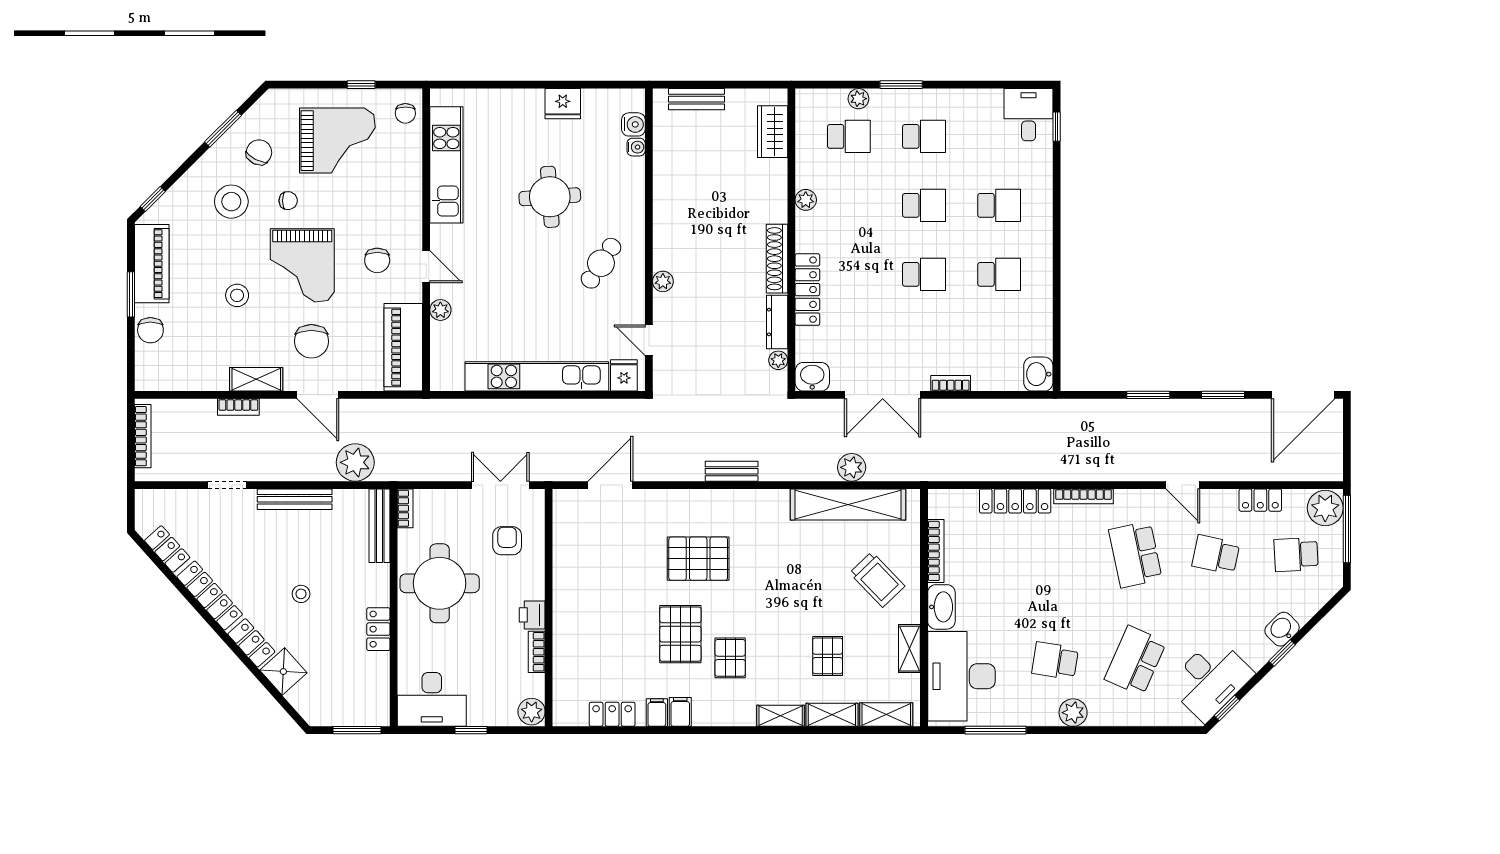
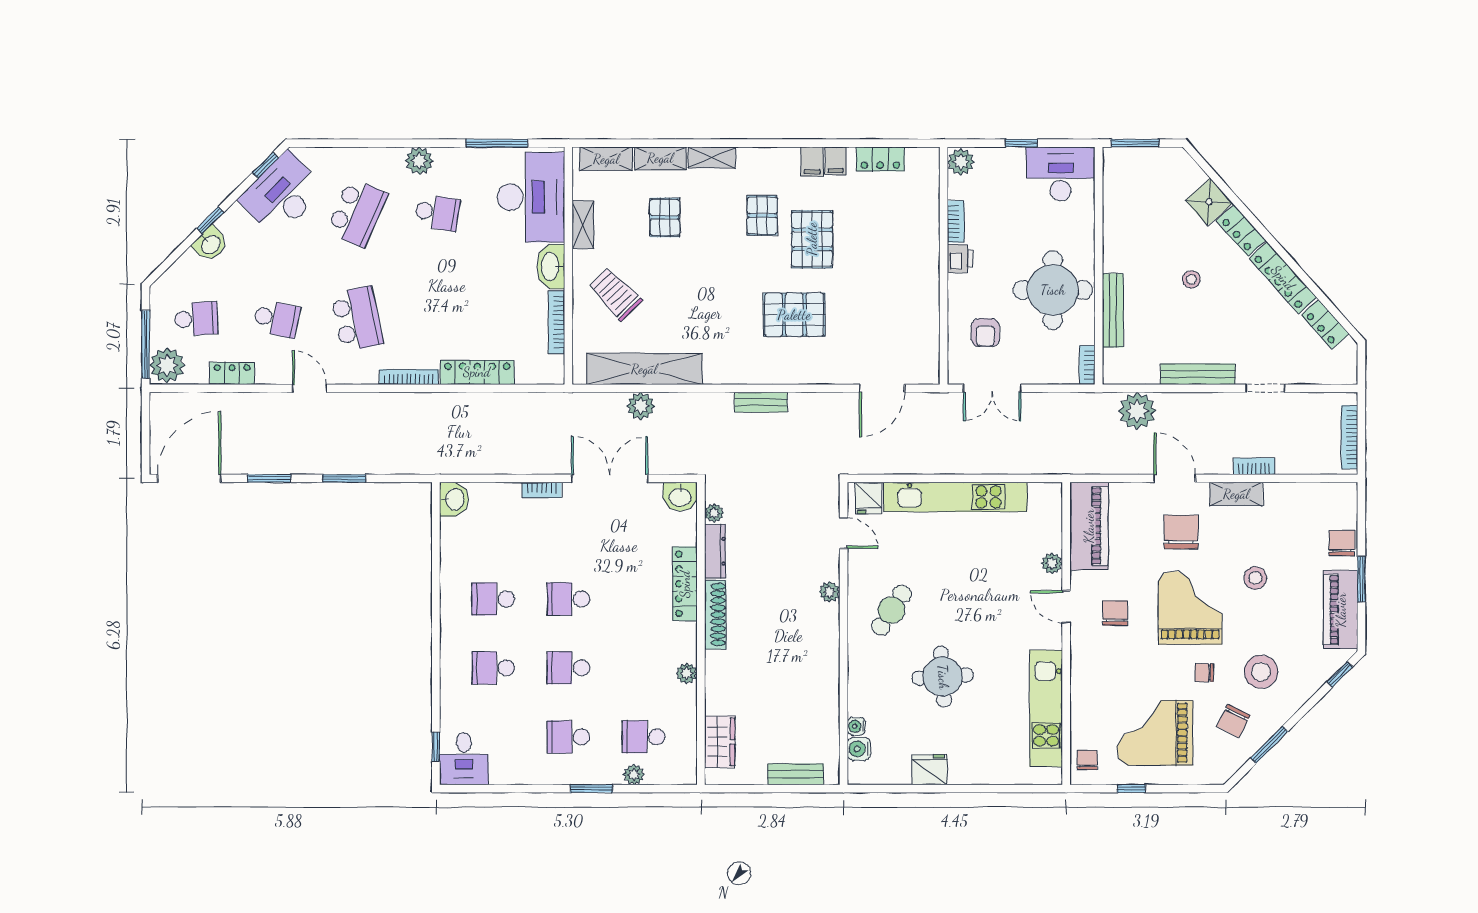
bench: (380, 526) -> (1113, 310), moved
locker: (378, 629) -> (1114, 244), removed

